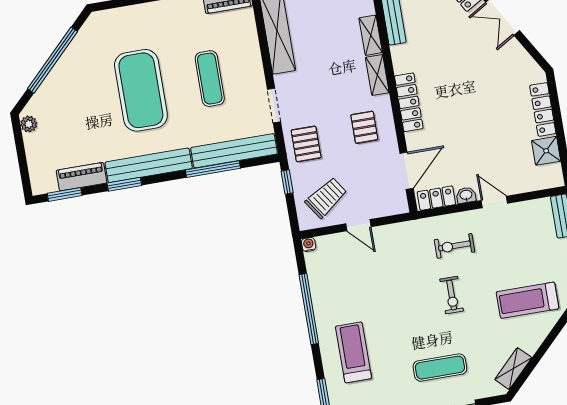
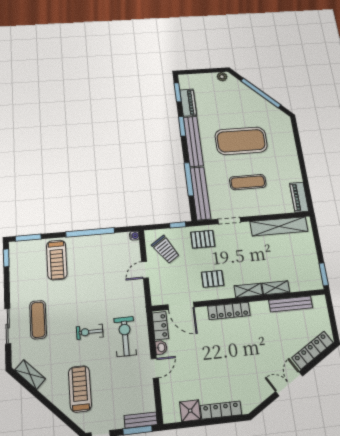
exercise bike: (455, 246) -> (125, 336), width x1.38, depth x1.39
treadmill: (353, 352) -> (57, 260), turned 90

